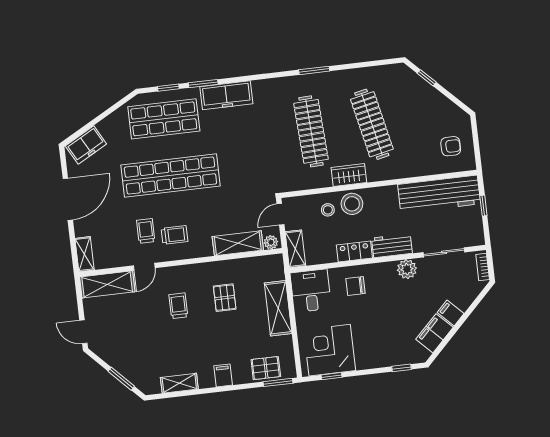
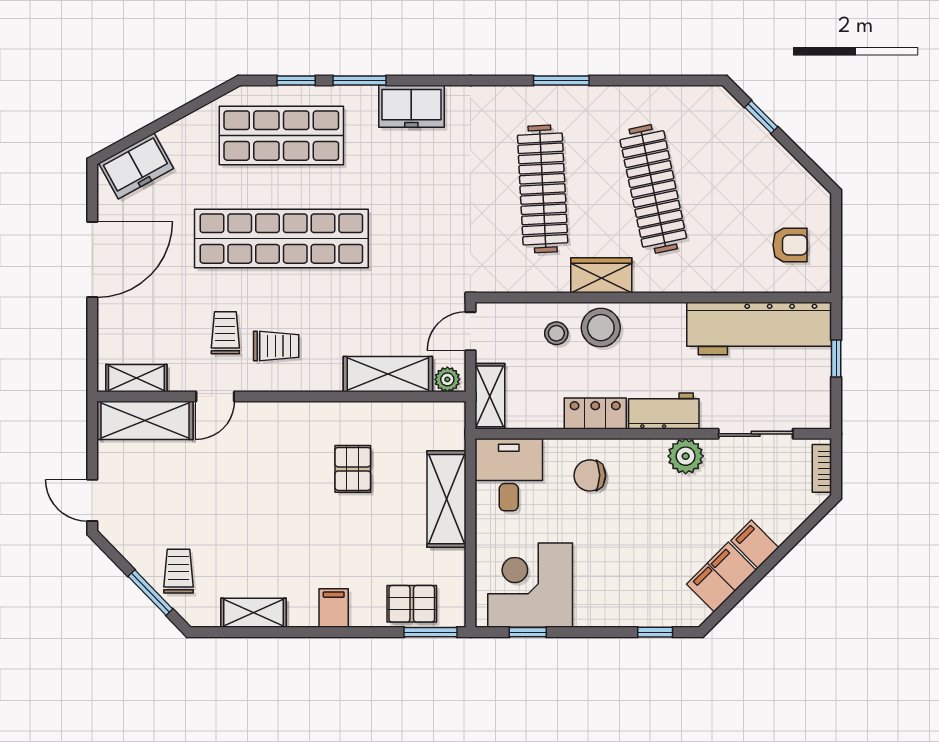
freezer: (226, 95) -> (411, 106), width x0.71
shelving: (85, 254) -> (136, 378), moved, turned 90
trolley: (178, 306) -> (179, 571), moved

